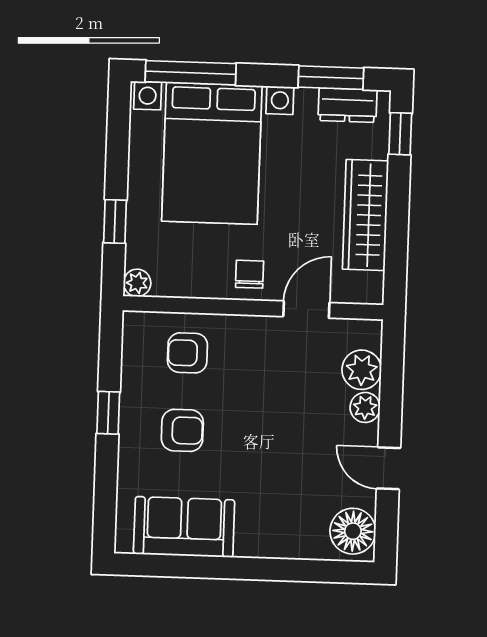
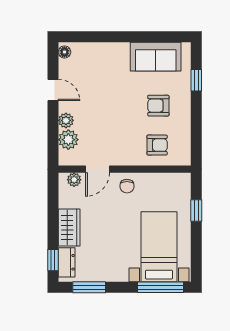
dresser: (347, 105) -> (67, 262), moved, turned 90
bed with nightstands: (212, 153) -> (159, 247), width x0.73
wardrobe: (366, 215) -> (69, 227), width x0.67
plant: (137, 283) -> (74, 180), moved
window: (108, 413) -> (196, 80), moved
floor lamp: (353, 531) -> (64, 52), width x0.53, depth x0.53

